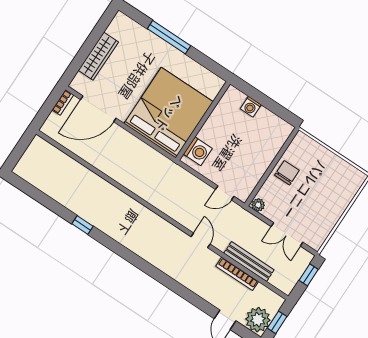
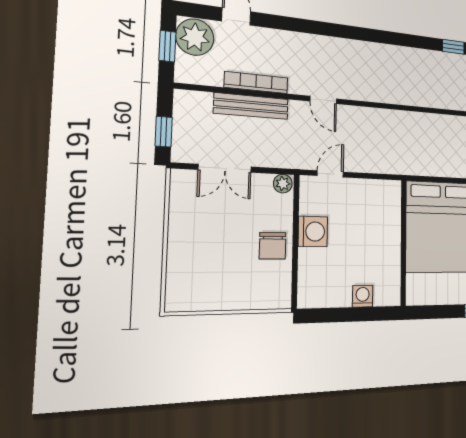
washing machine: (198, 151) -> (313, 231), moved, turned 180
double door: (287, 234) -> (225, 168), swing flipped

